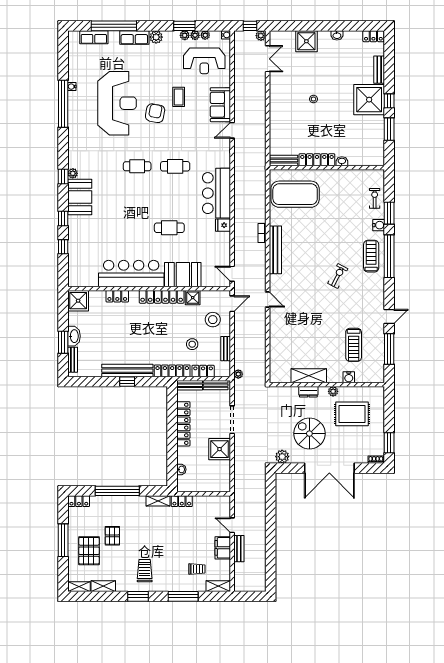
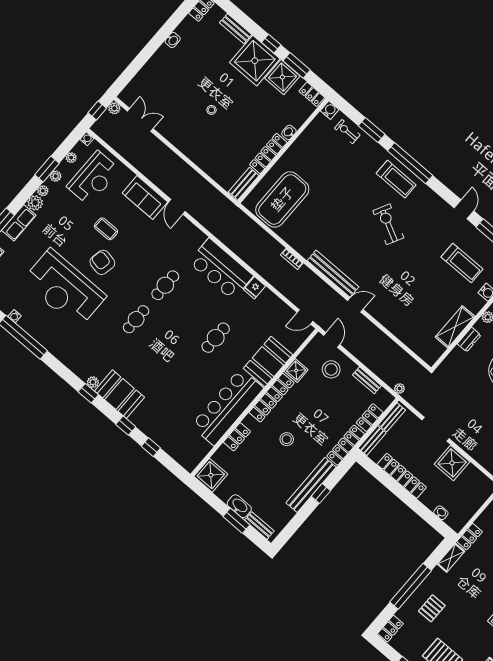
plant: (195, 35) -> (43, 191), moved
shower: (306, 41) -> (282, 77), moved
reception desk: (117, 103) -> (64, 289), turned 180
locker: (379, 155) -> (312, 94), added
water cooler: (379, 225) -> (330, 110), moved
bench: (275, 250) -> (333, 274), moved
treadmill: (371, 256) -> (396, 179), turned 180
exercise bike: (338, 276) -> (388, 224), width x1.38, depth x1.39
stool: (192, 344) -> (287, 439), moved
pallet: (112, 536) -> (432, 608), moved, turned 90

